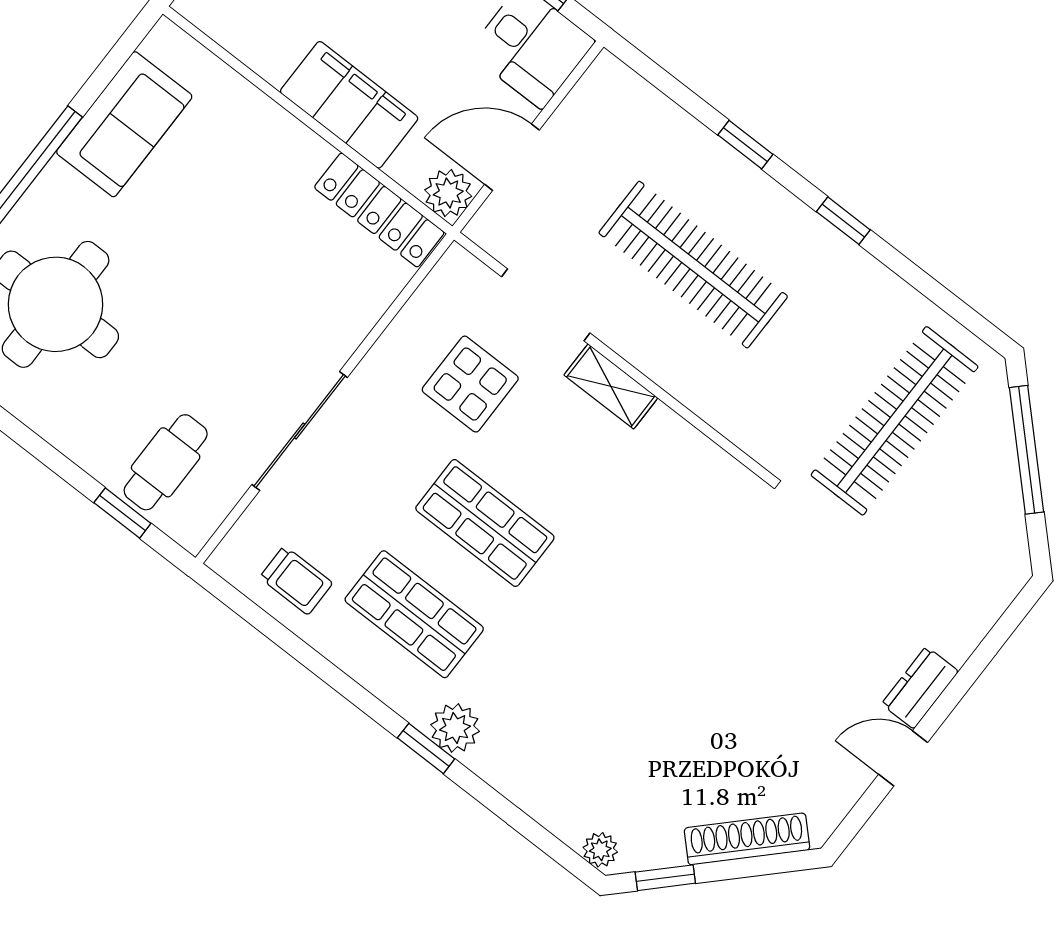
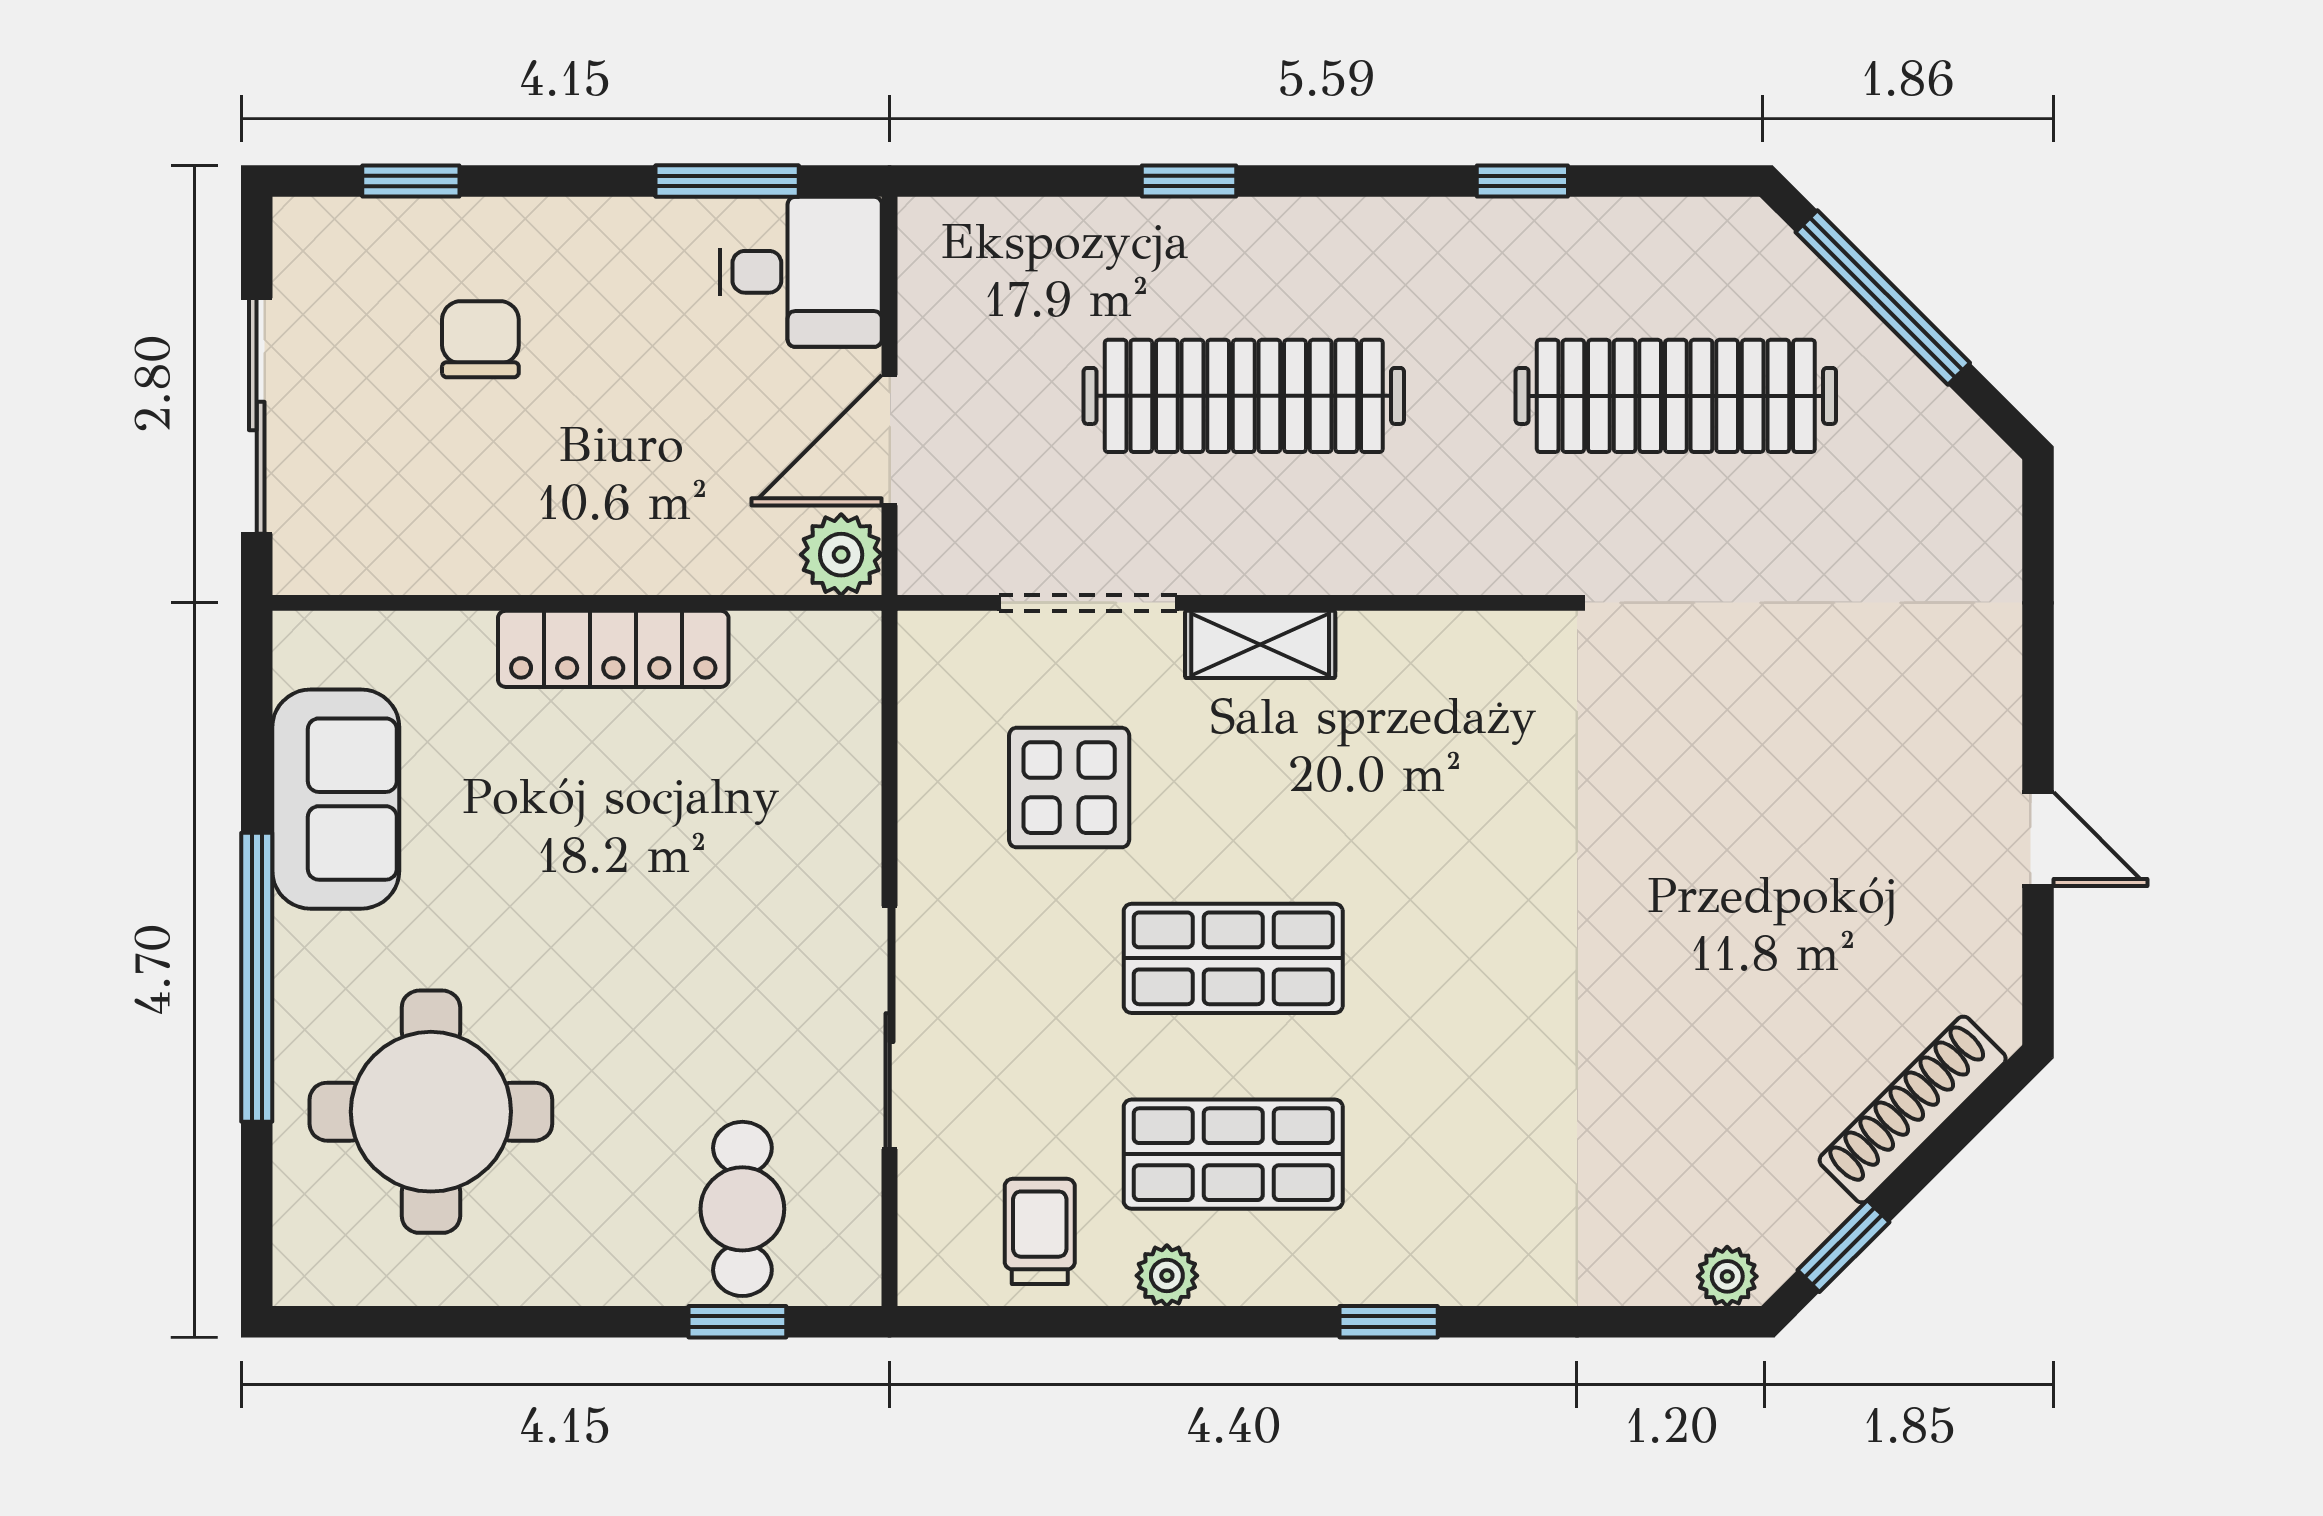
filing cabinet: (349, 105) -> (617, 539), removed
locker: (379, 210) -> (613, 649), moved
window: (843, 221) -> (1522, 181), moved
clothes rail: (895, 421) -> (1676, 396), turned 90
trolley: (296, 580) -> (1040, 1231), turned -90
dresser: (920, 688) -> (1987, 727), removed
plant: (455, 728) -> (1167, 1276), moved, width x0.73, depth x0.73
door: (903, 758) -> (2038, 839), swing flipped

